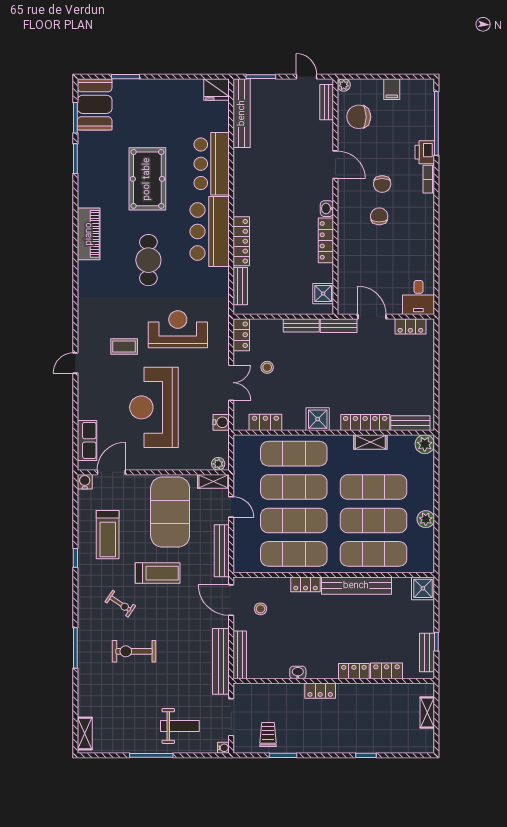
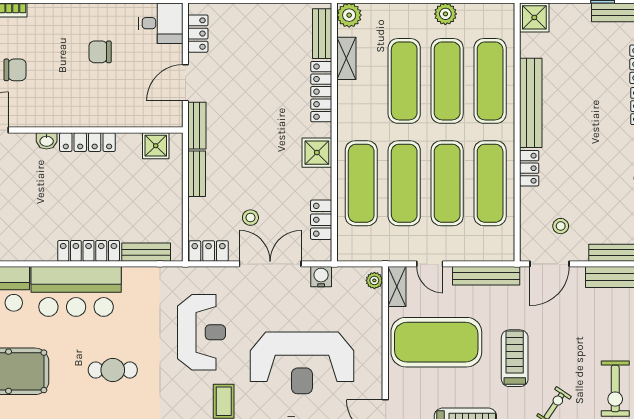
chair: (379, 216) -> (100, 52), moved
cafe table: (148, 260) -> (113, 370), width x0.73, depth x0.74
reception desk: (178, 329) -> (201, 332), turned 180
double door: (231, 383) -> (270, 264), width x1.37
shelving: (370, 442) -> (346, 58), moved
door: (231, 507) -> (430, 264), swing flipped

